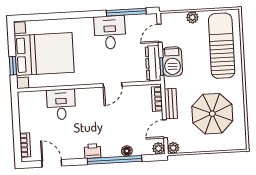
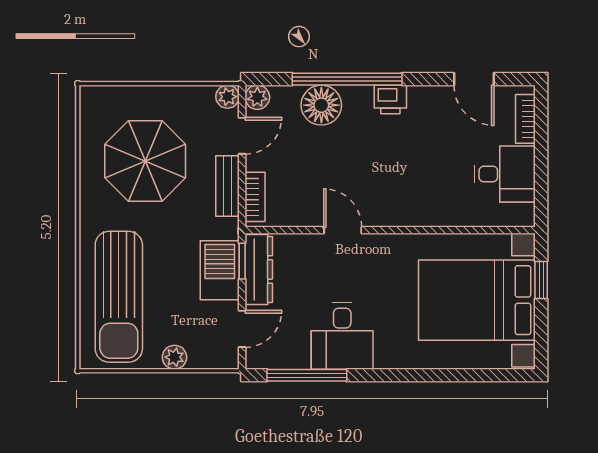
door: (113, 85) -> (343, 230), hinge flipped
desk: (61, 104) -> (505, 174), moved, turned -90
floor lamp: (127, 151) -> (321, 105), width x1.89, depth x1.89

